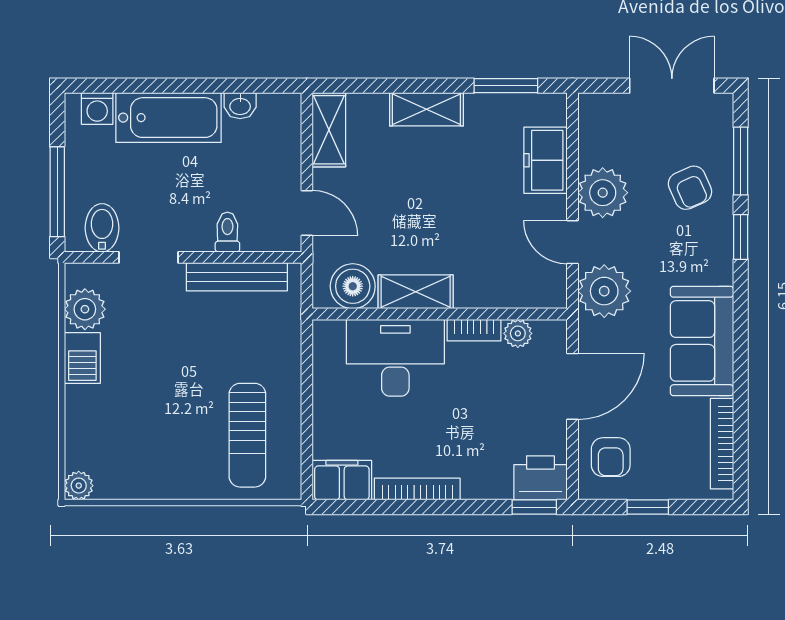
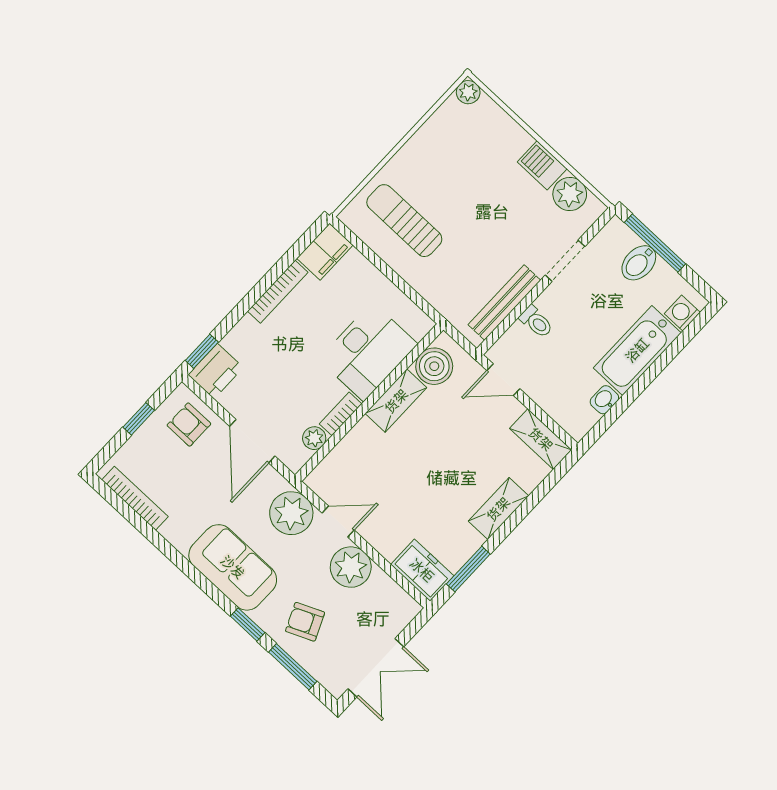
freezer: (546, 160) -> (422, 570), moved
bidet: (102, 228) -> (639, 263), moved, turned 90
sofa: (702, 341) -> (233, 567), moved

